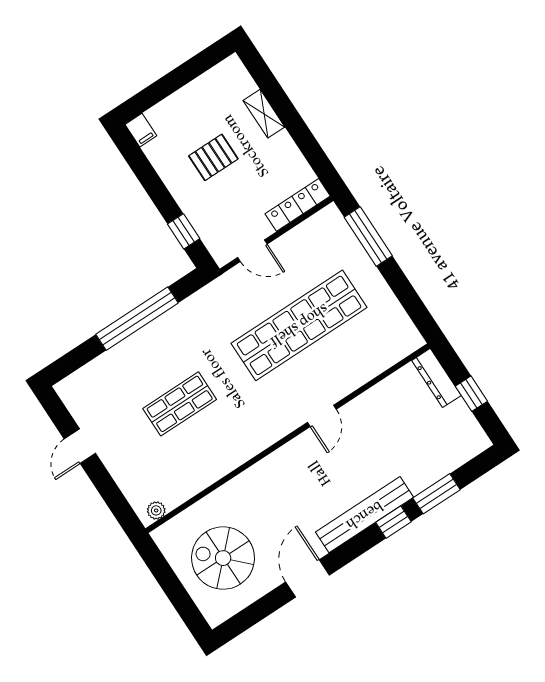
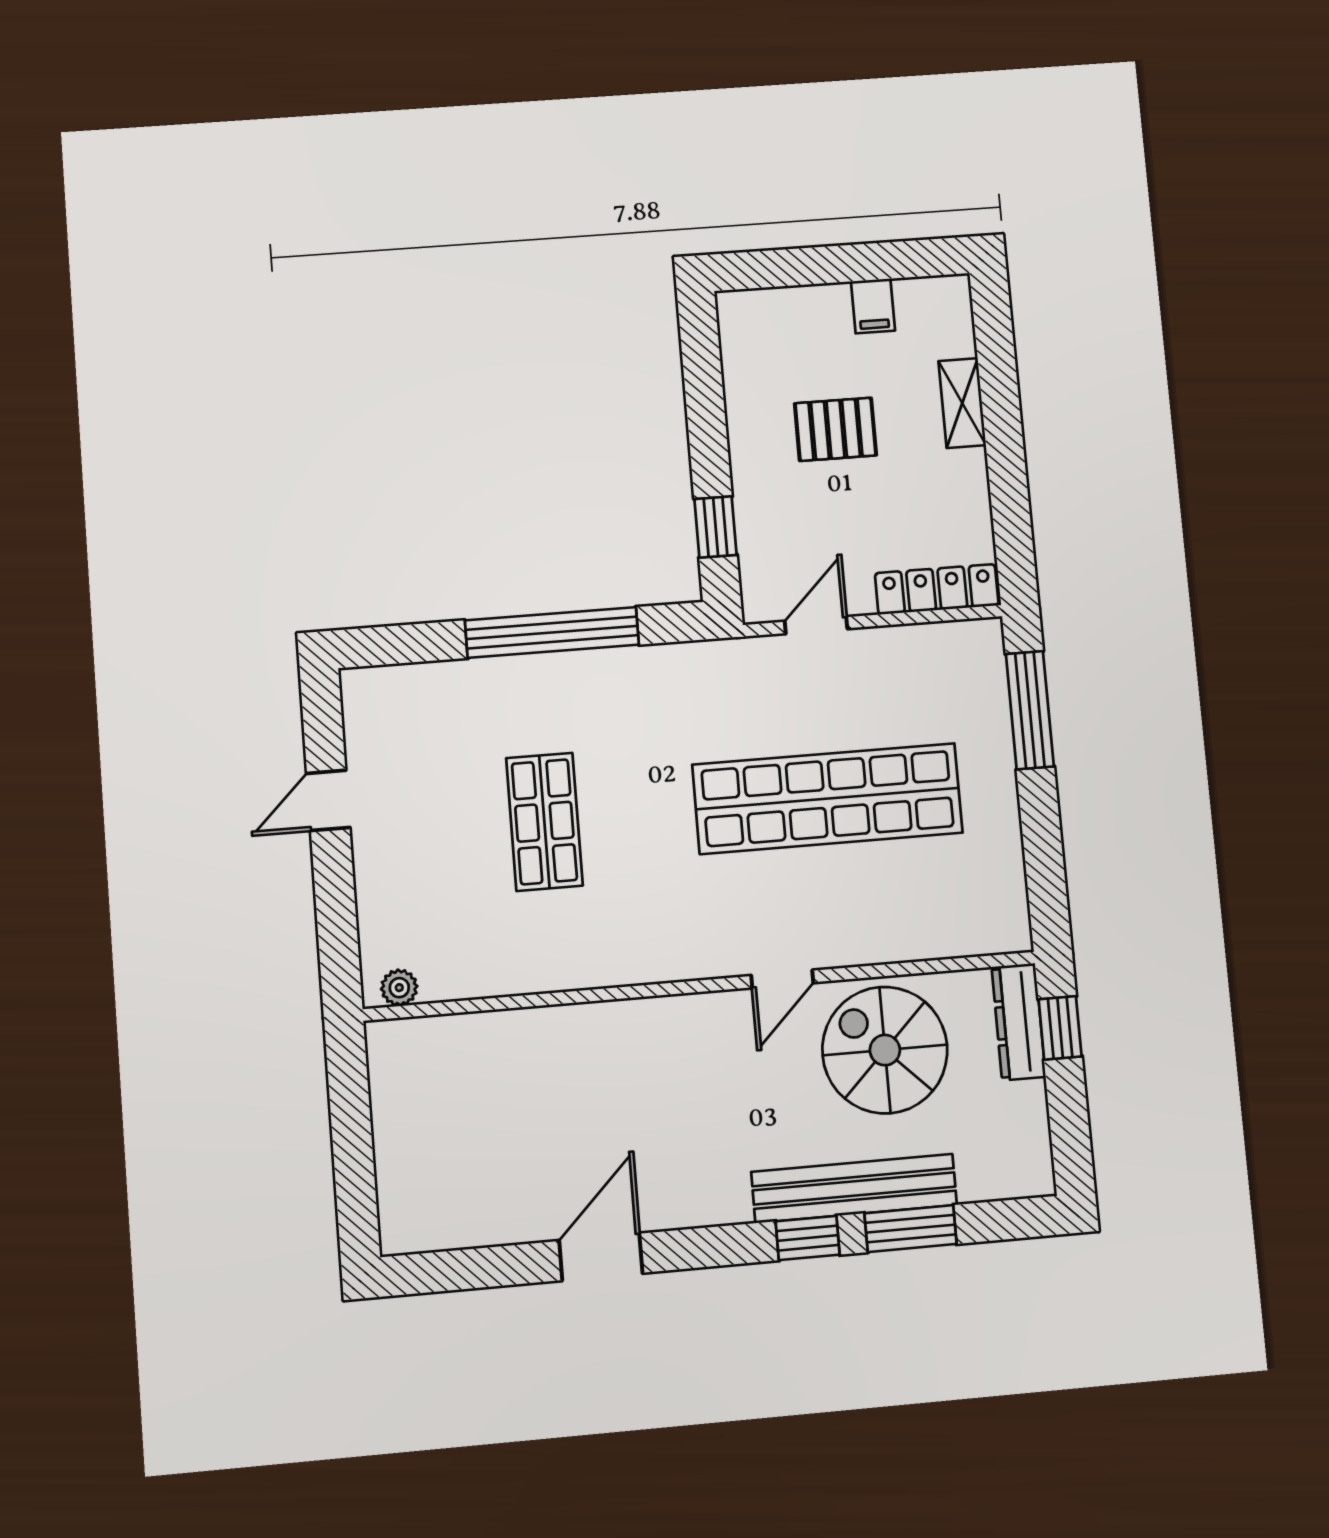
filing cabinet: (141, 130) -> (873, 306), moved
door: (252, 251) -> (816, 625), swing flipped
window: (471, 394) -> (1060, 1028), moved
shop shelf: (180, 404) -> (544, 822), turned 90
bench: (364, 515) -> (854, 1188), moved
spiral stairs: (223, 558) -> (885, 1050), moved

